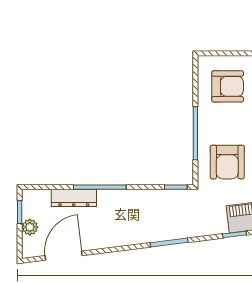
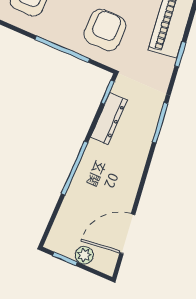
armchair: (227, 162) -> (105, 30), turned -90
dresser: (74, 198) -> (109, 119), moved
door: (64, 256) -> (127, 234), hinge flipped

